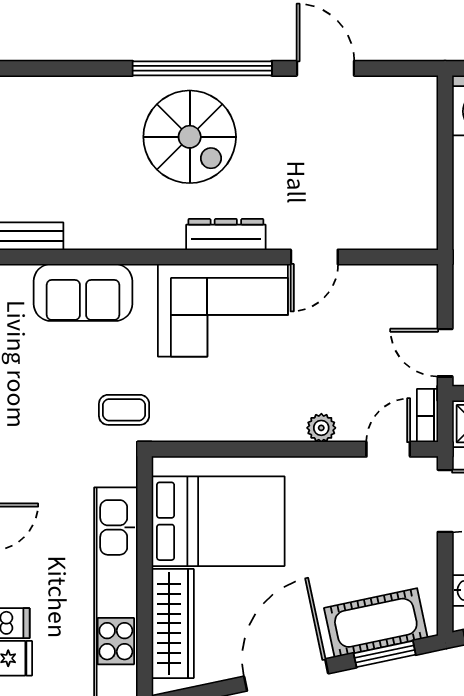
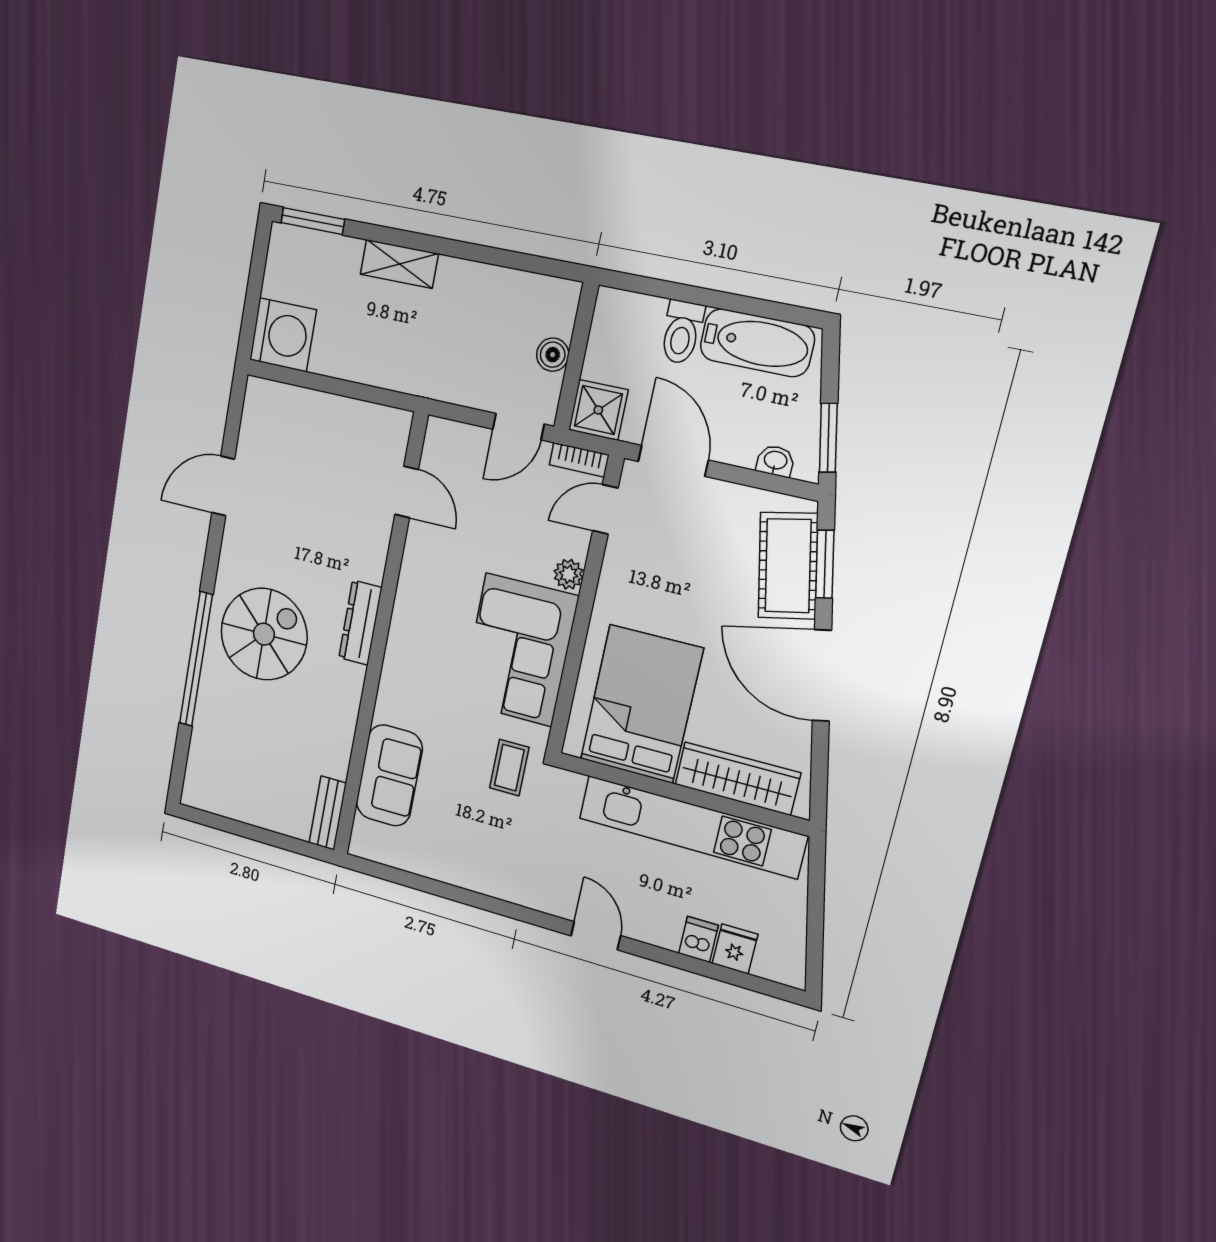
window: (202, 68) -> (196, 659), moved
door: (314, 257) -> (407, 492), moved
corner sofa: (223, 310) -> (519, 650), moved, turned 180
door: (388, 449) -> (605, 509), hinge flipped

